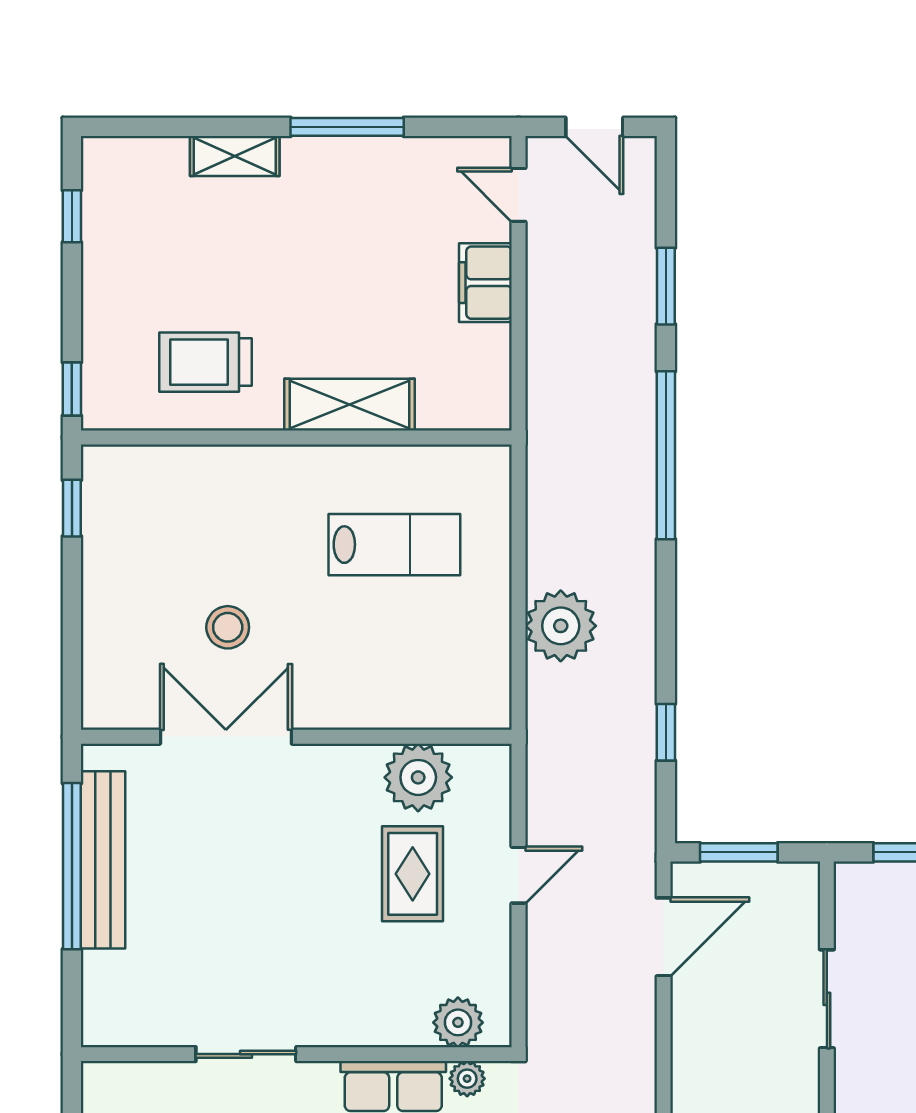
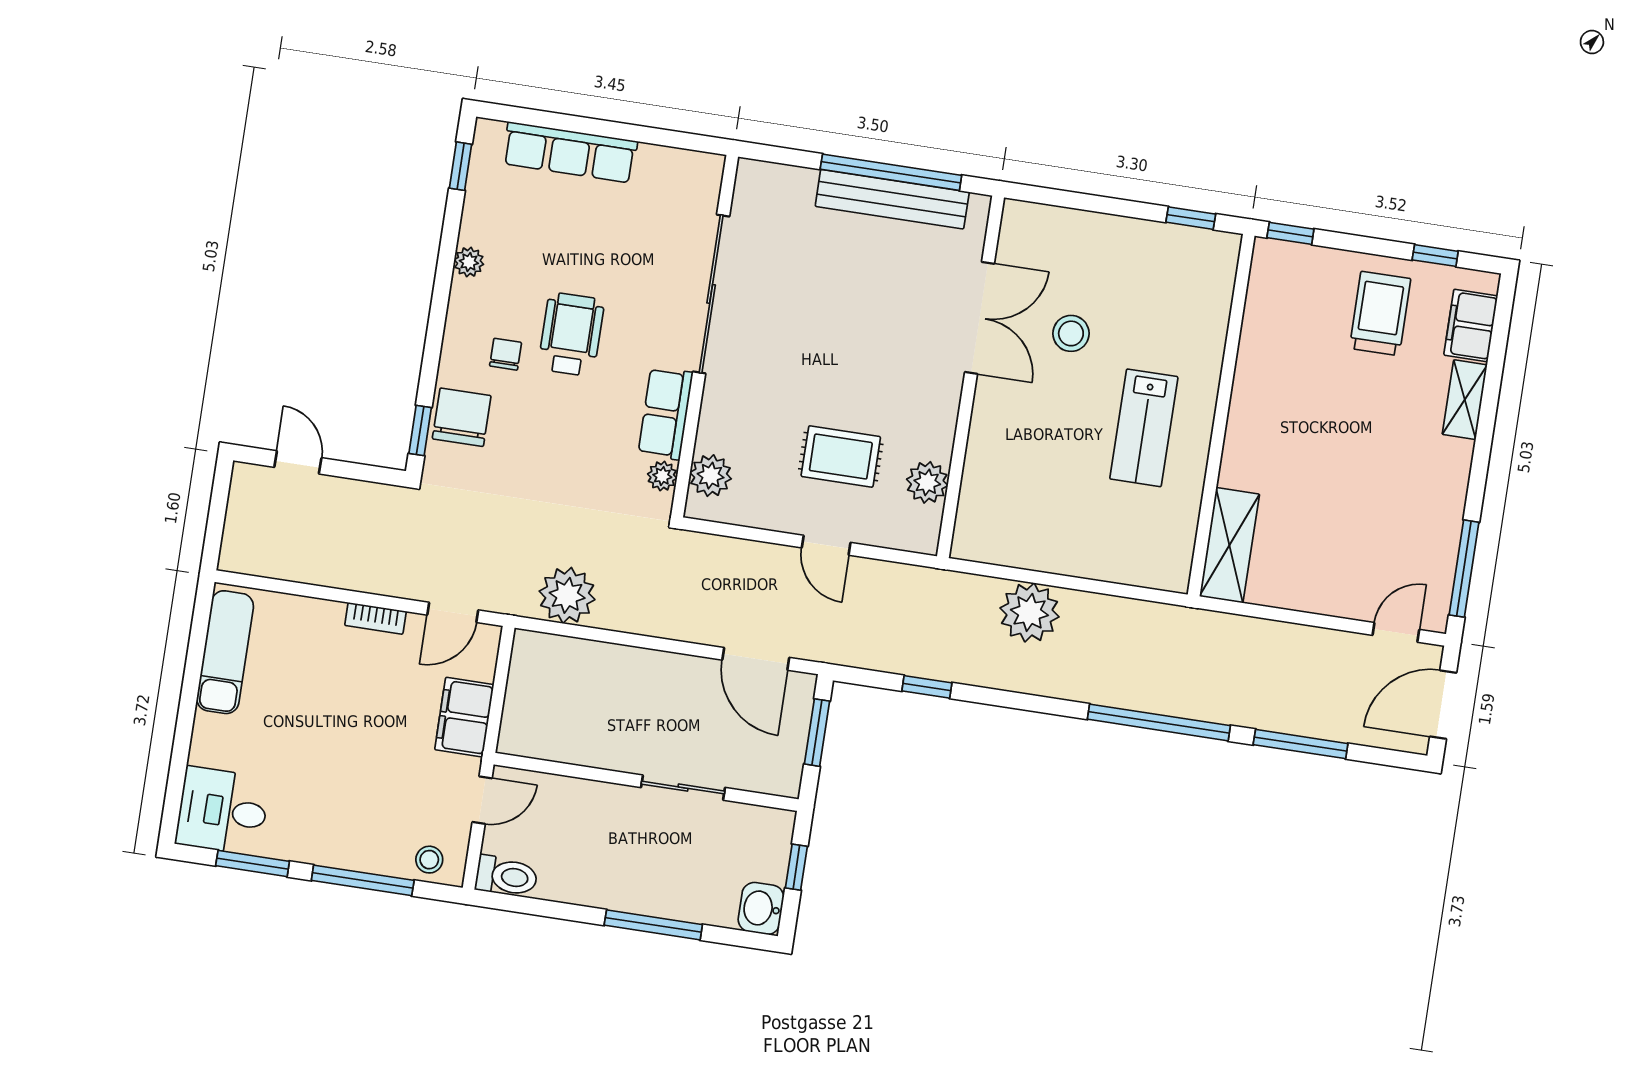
window: (347, 127) -> (1464, 569), moved
door: (594, 127) -> (1443, 705), width x1.38
filing cabinet: (485, 283) -> (1471, 325), moved, turned -90
window: (666, 286) -> (1301, 744), width x1.44
trolley: (206, 362) -> (1380, 314), moved
shelving: (349, 405) -> (1229, 545), moved
lab bench: (394, 545) -> (1144, 428), moved
plant: (418, 777) -> (927, 482), width x0.73, depth x0.73
sliding door: (246, 1054) -> (711, 294), width x1.86

